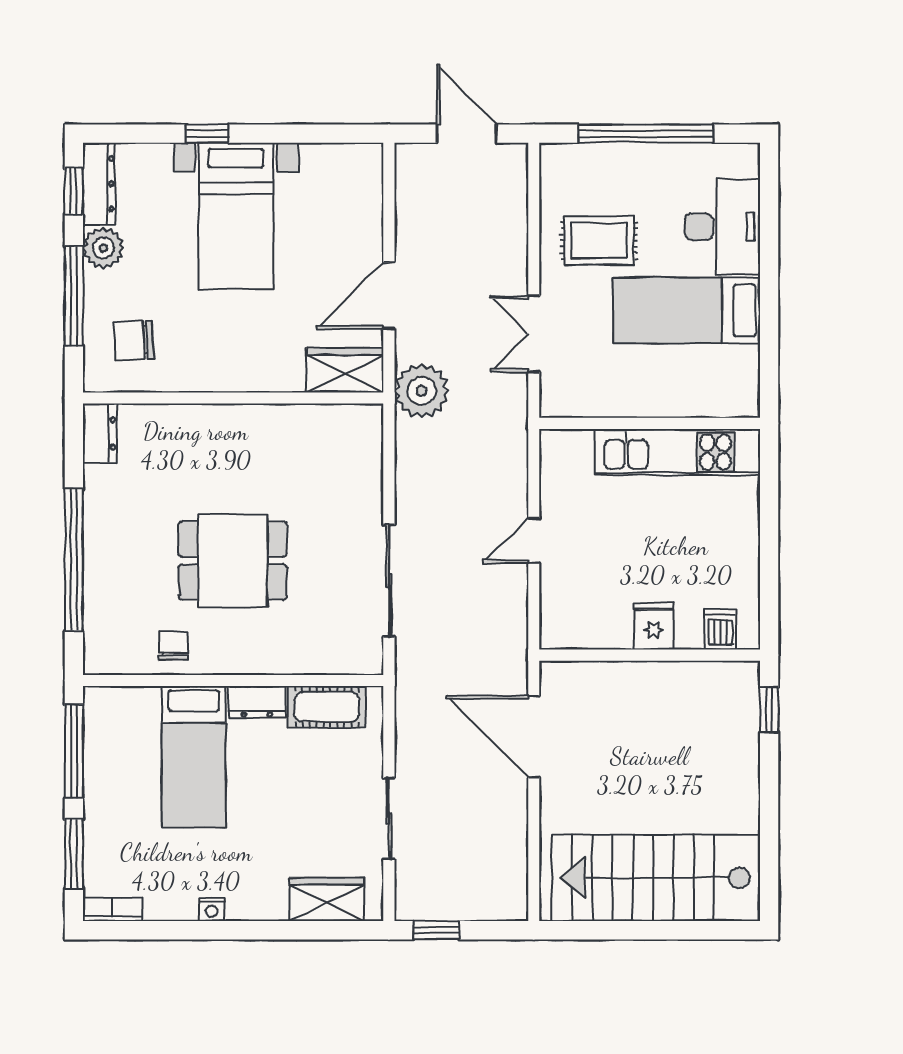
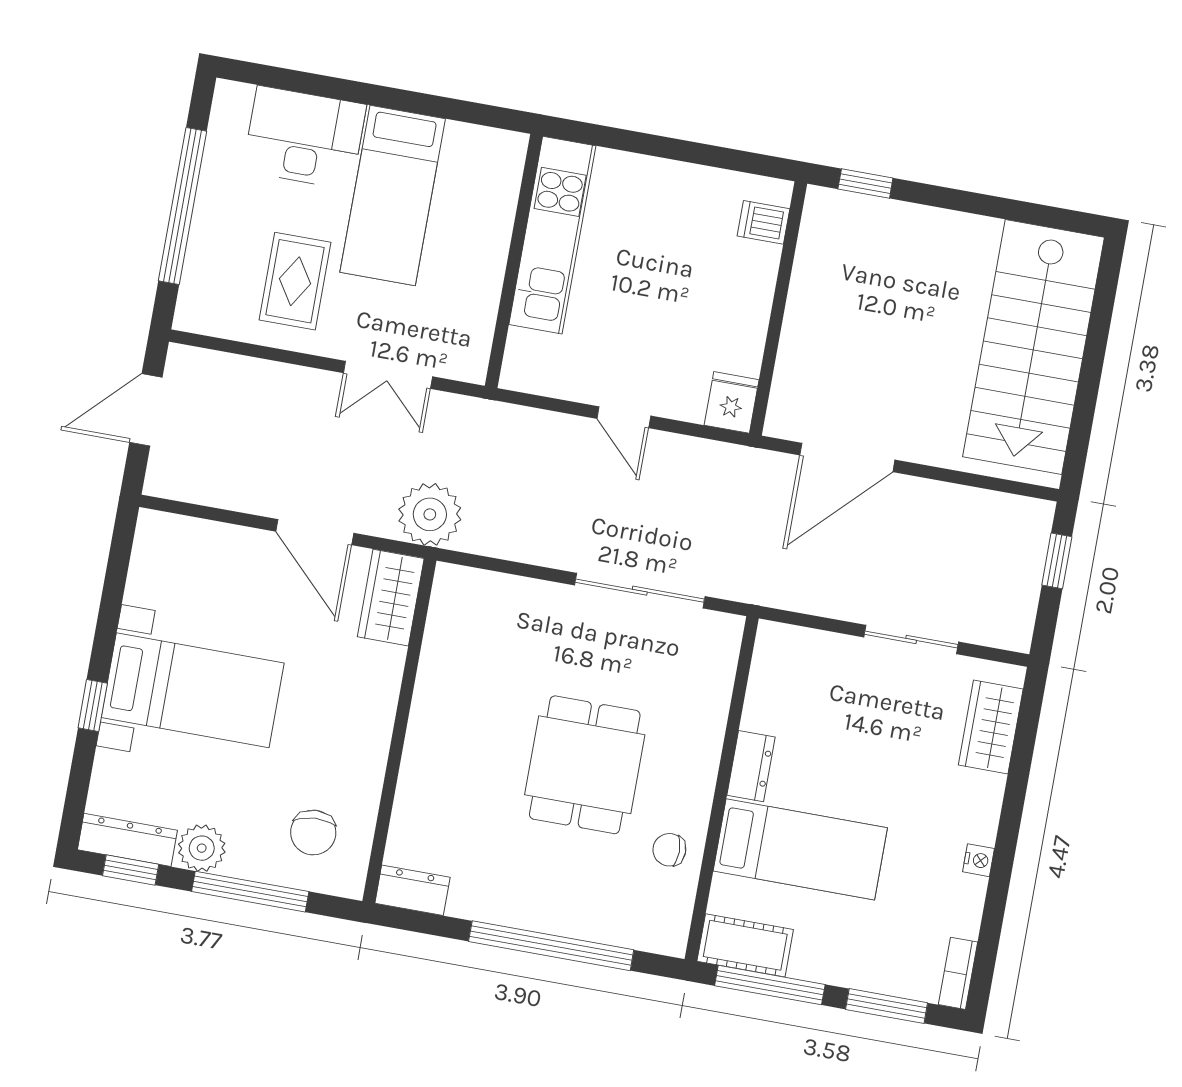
fridge: (654, 626) -> (732, 402), moved, turned 90
cot: (327, 707) -> (745, 945), moved, turned 90
window: (436, 930) -> (1057, 561), moved

